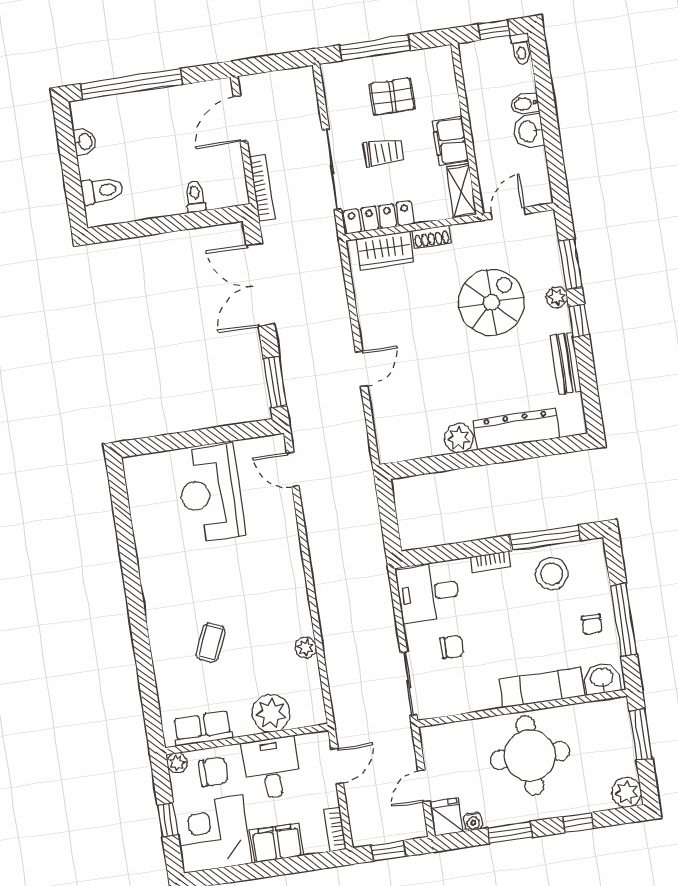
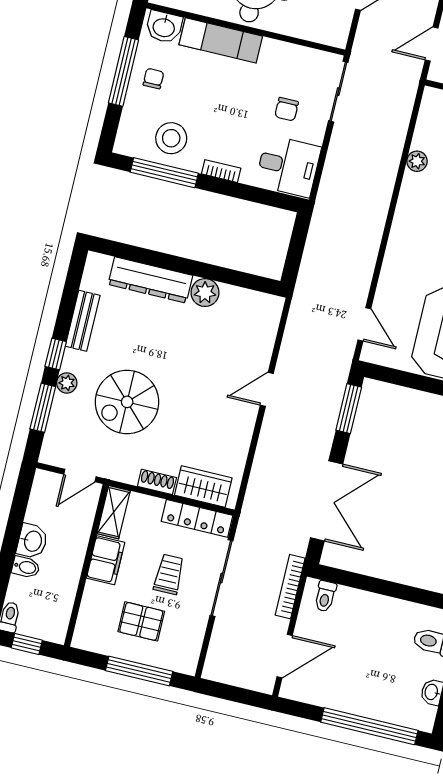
trolley: (384, 152) -> (169, 574), turned 90
toilet: (195, 197) -> (325, 596), moved
chair: (452, 647) -> (287, 109), turned -90

